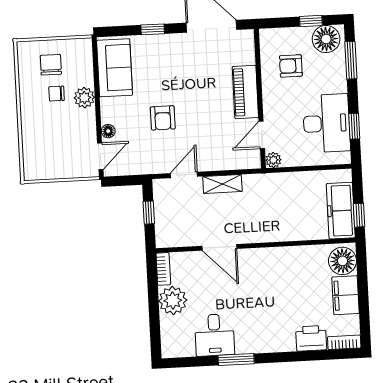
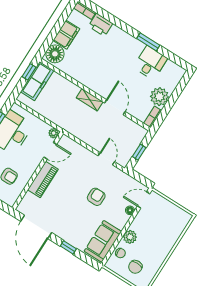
chair: (57, 94) -> (120, 253), moved
door: (184, 175) -> (106, 159), swing flipped
shelving: (222, 184) -> (90, 100), moved

